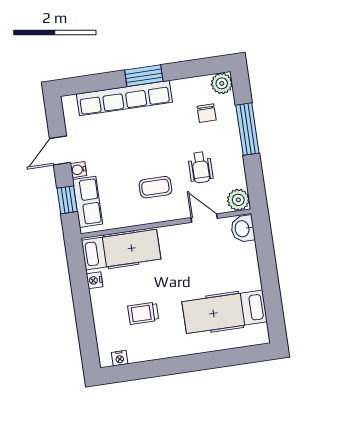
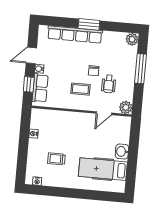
chair: (207, 113) -> (94, 71), moved
door: (204, 218) -> (104, 113), swing flipped
washbasin: (243, 229) -> (122, 151), moved
hospital bed: (121, 250) -> (53, 120), removed

